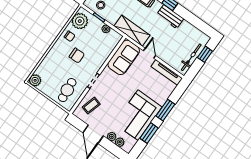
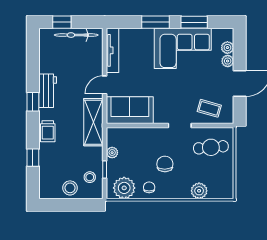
plant: (35, 80) -> (199, 191), moved

